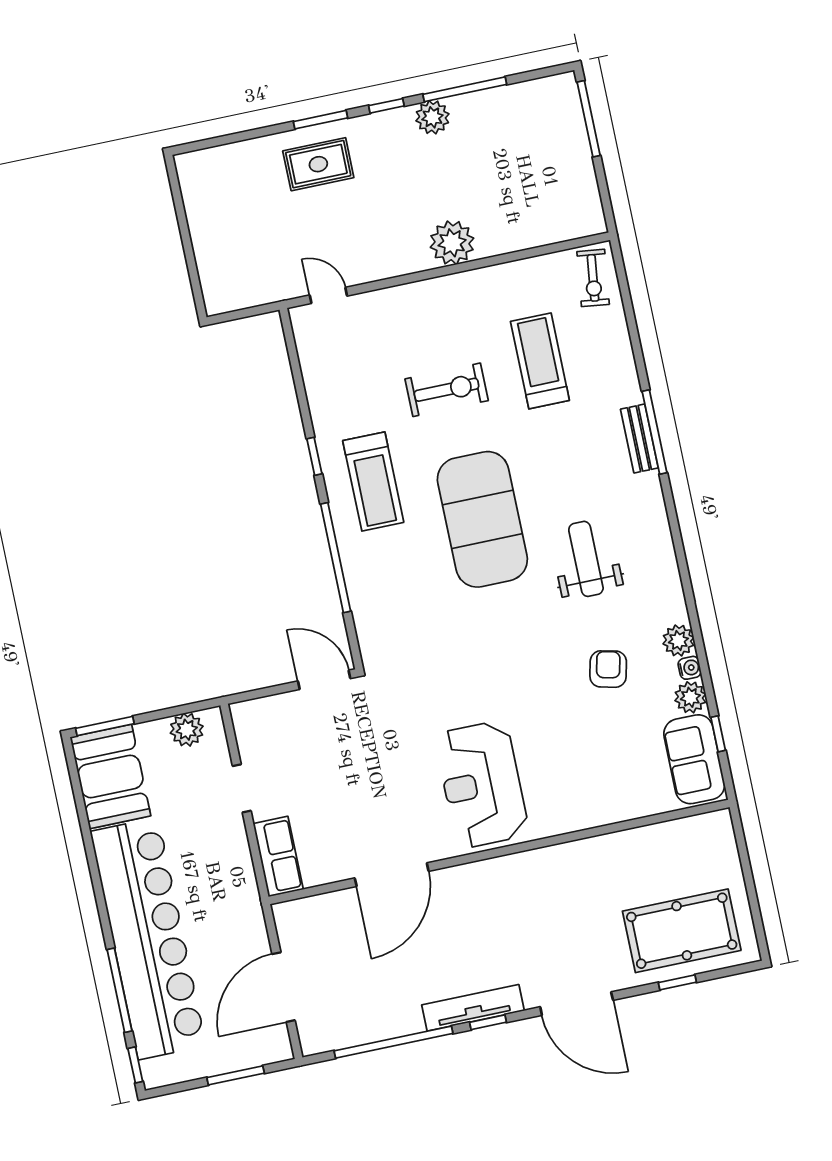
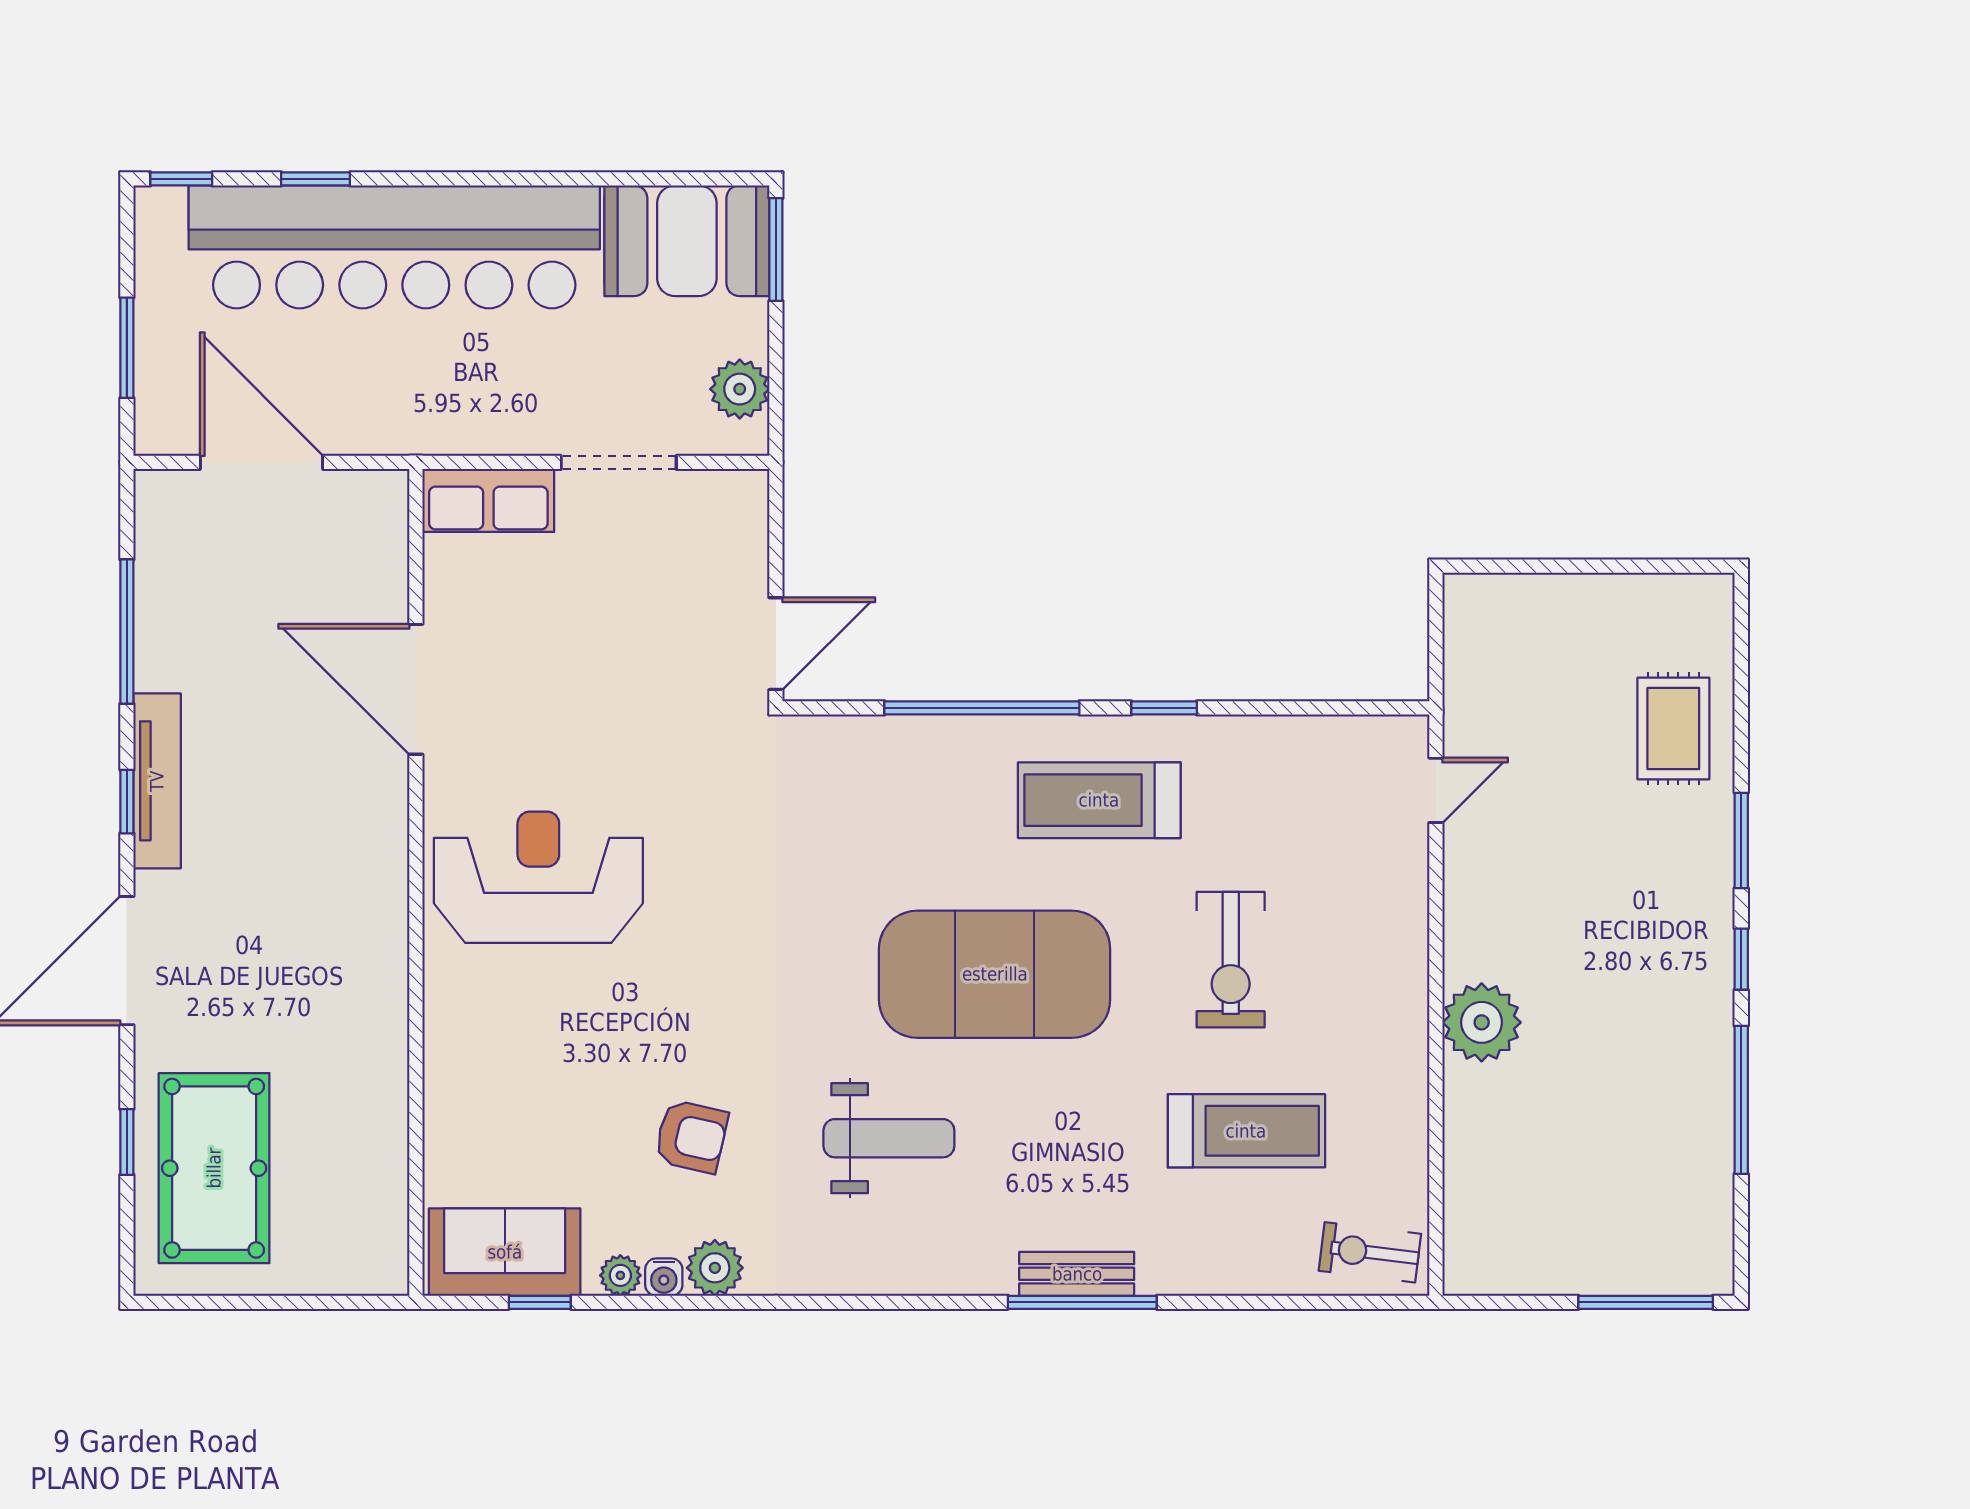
plant: (432, 117) -> (1705, 1034), removed
rug: (318, 164) -> (1673, 729), moved
plant: (690, 697) -> (620, 1275), width x0.73, depth x0.73
doorway: (242, 788) -> (619, 462), width x1.38
window: (120, 990) -> (316, 179), width x0.46
window: (393, 1042) -> (127, 632), width x0.68

